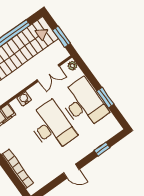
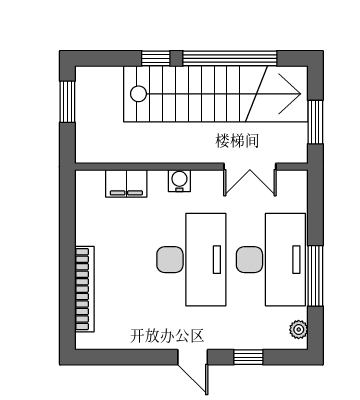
plant: (72, 66) -> (299, 330), moved
window: (105, 98) -> (315, 276), width x1.44
door: (71, 171) -> (193, 357), moved

